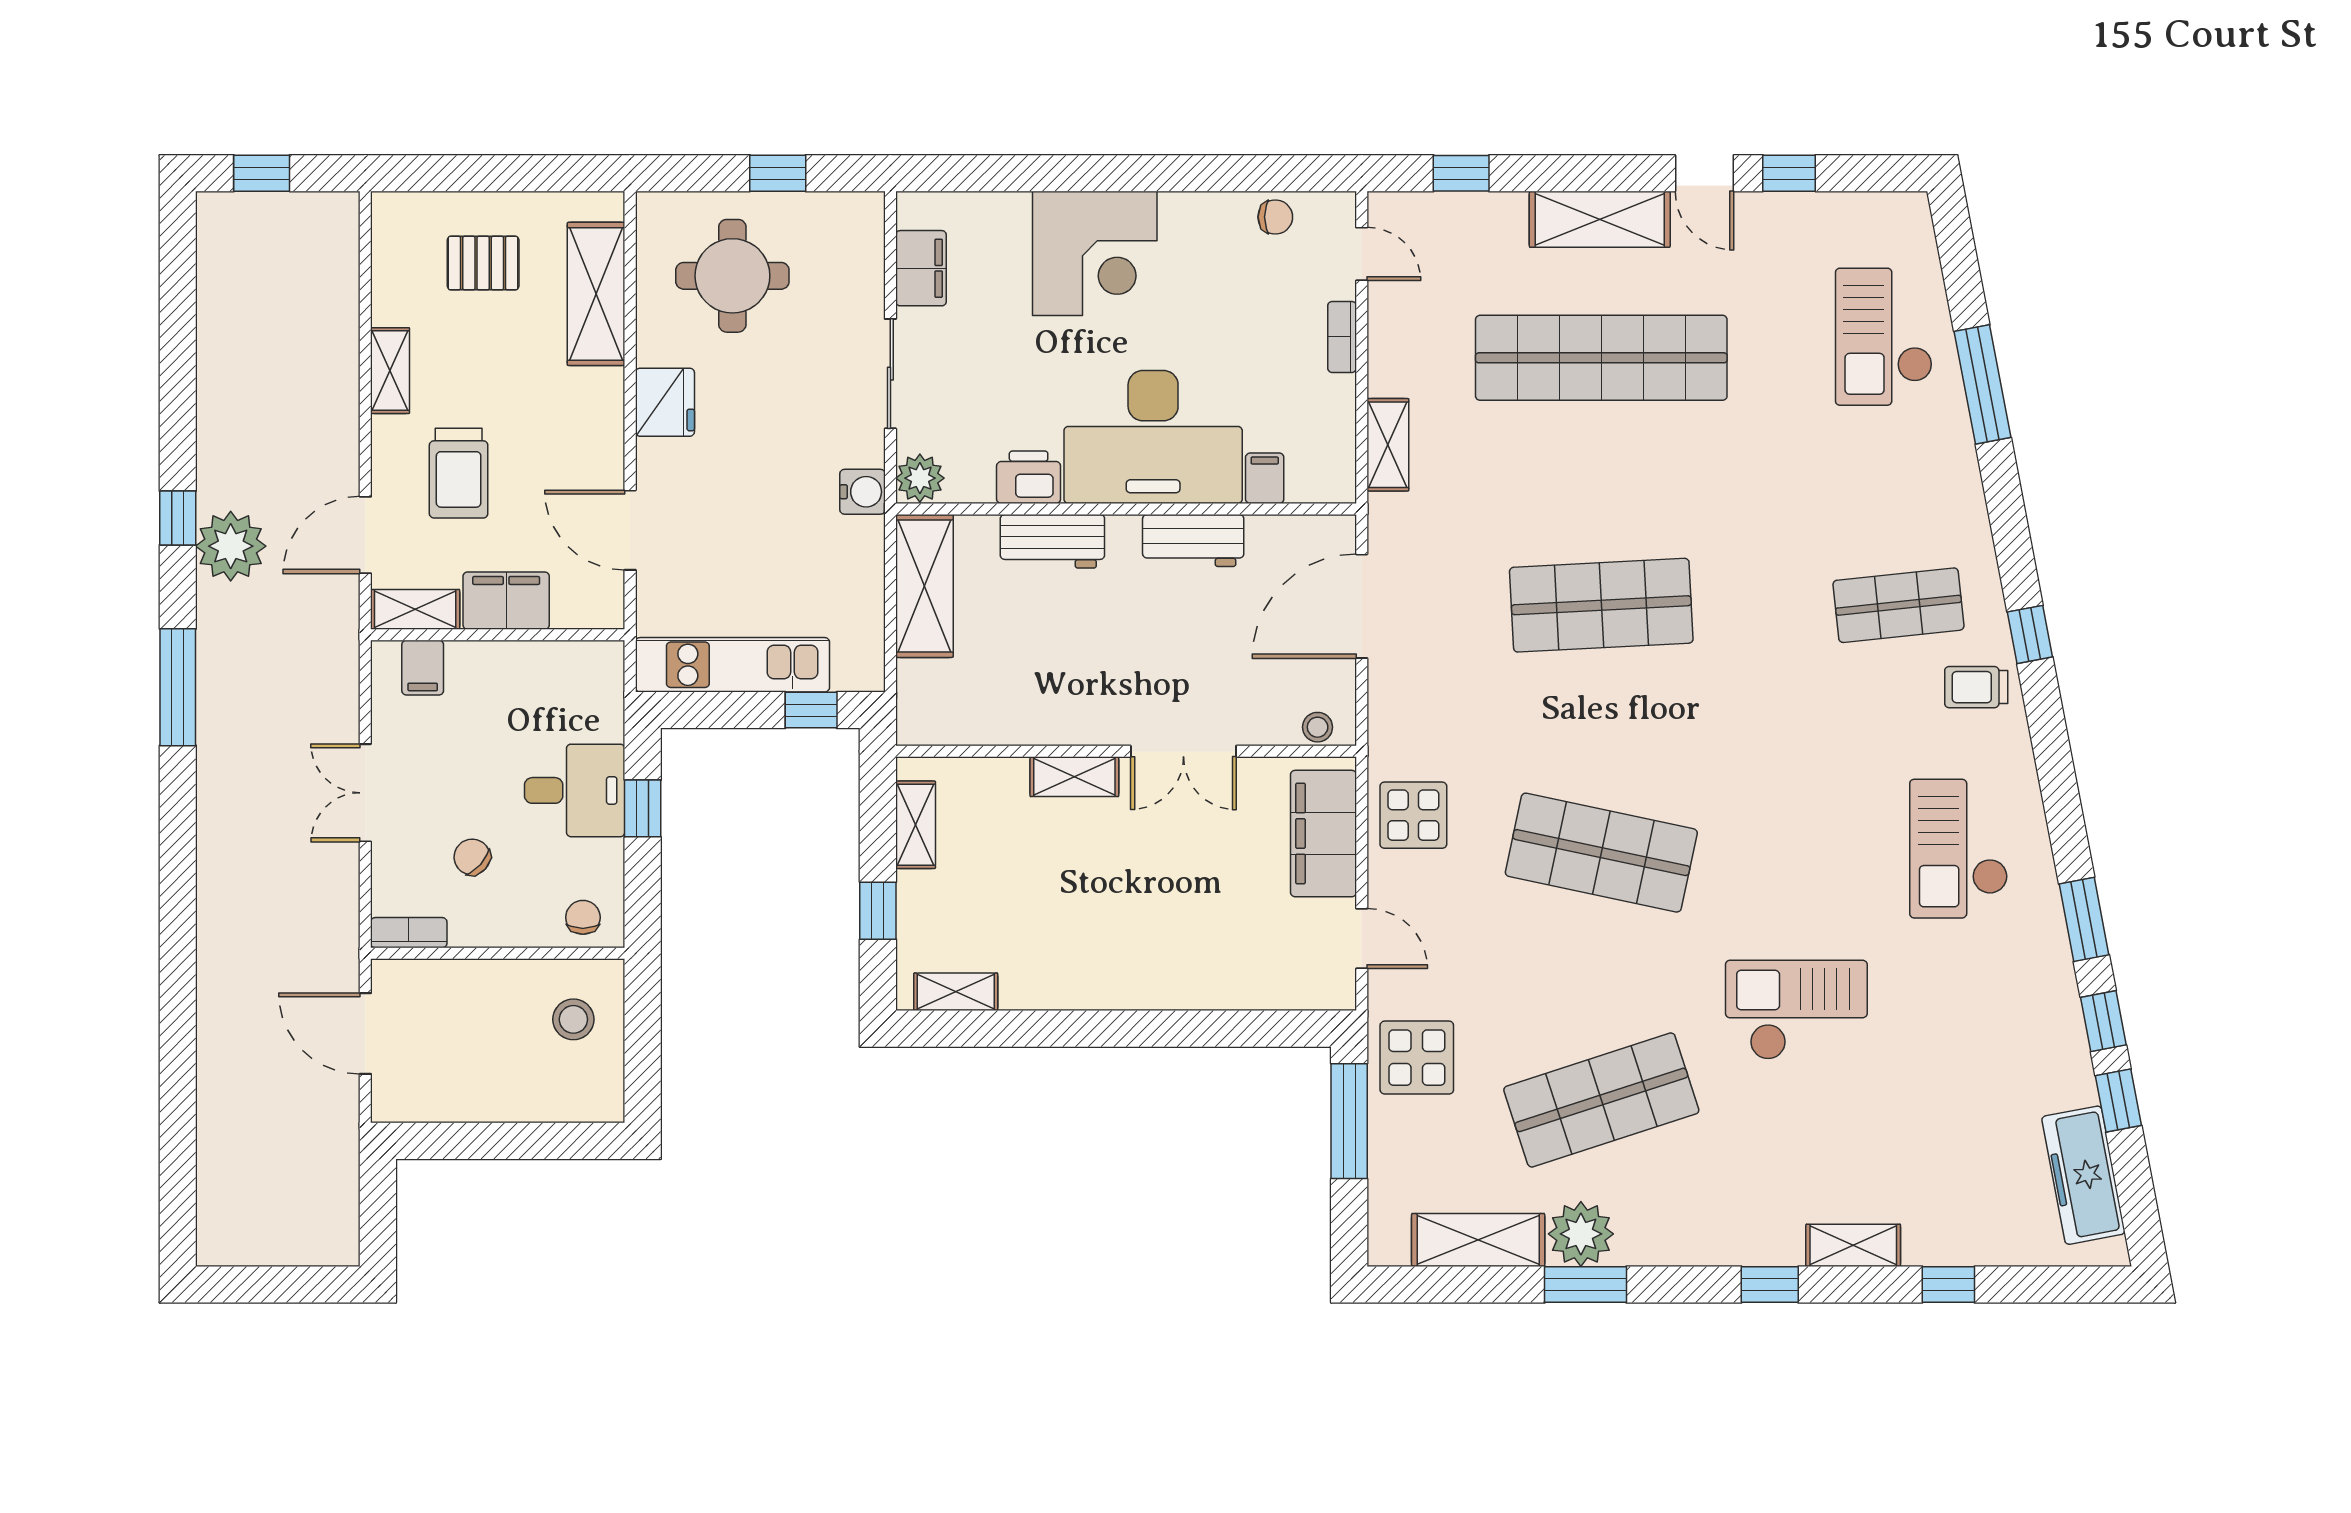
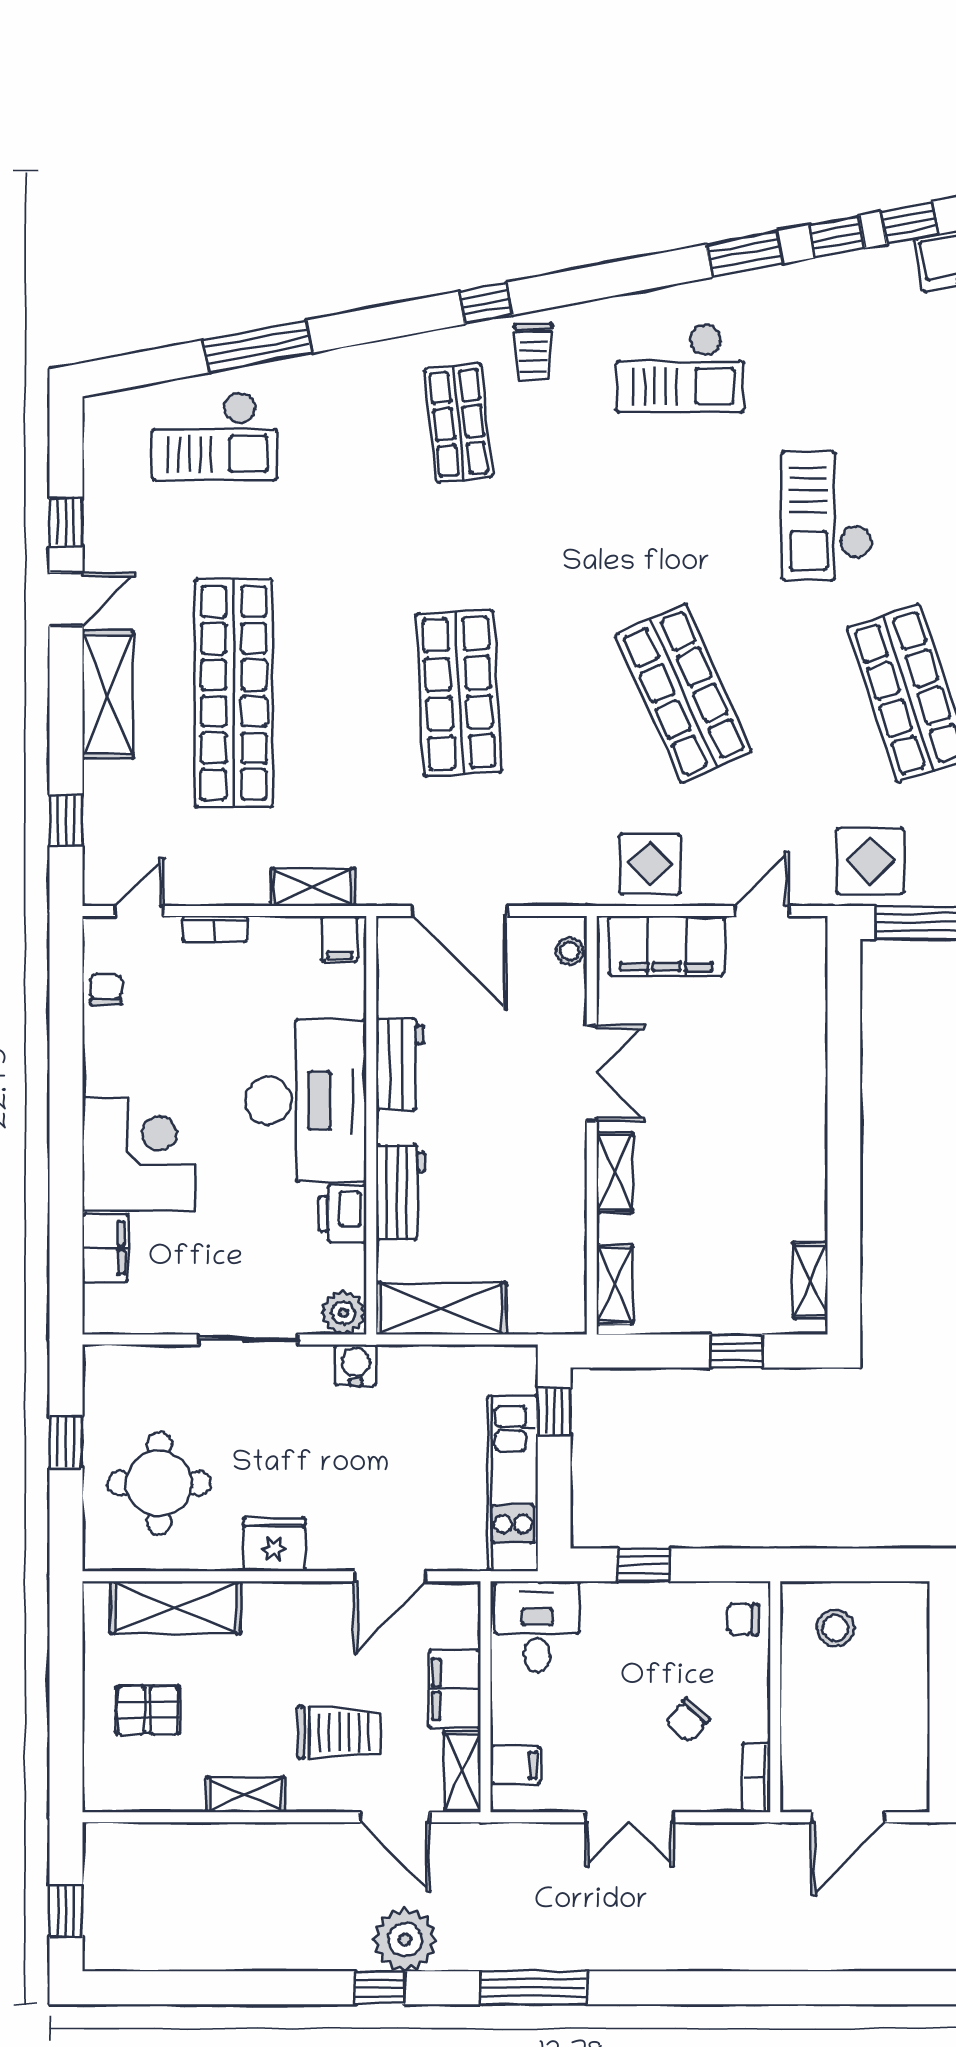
pallet: (483, 263) -> (148, 1710), turned 90
filing cabinet: (921, 268) -> (105, 1248), moved, turned 90
filing cabinet: (1265, 478) -> (340, 939), moved, turned -90
desk: (575, 790) -> (537, 1627), moved
shelving: (916, 825) -> (615, 1284), moved, turned 90
shop shelf: (1601, 853) -> (684, 693), turned -36

